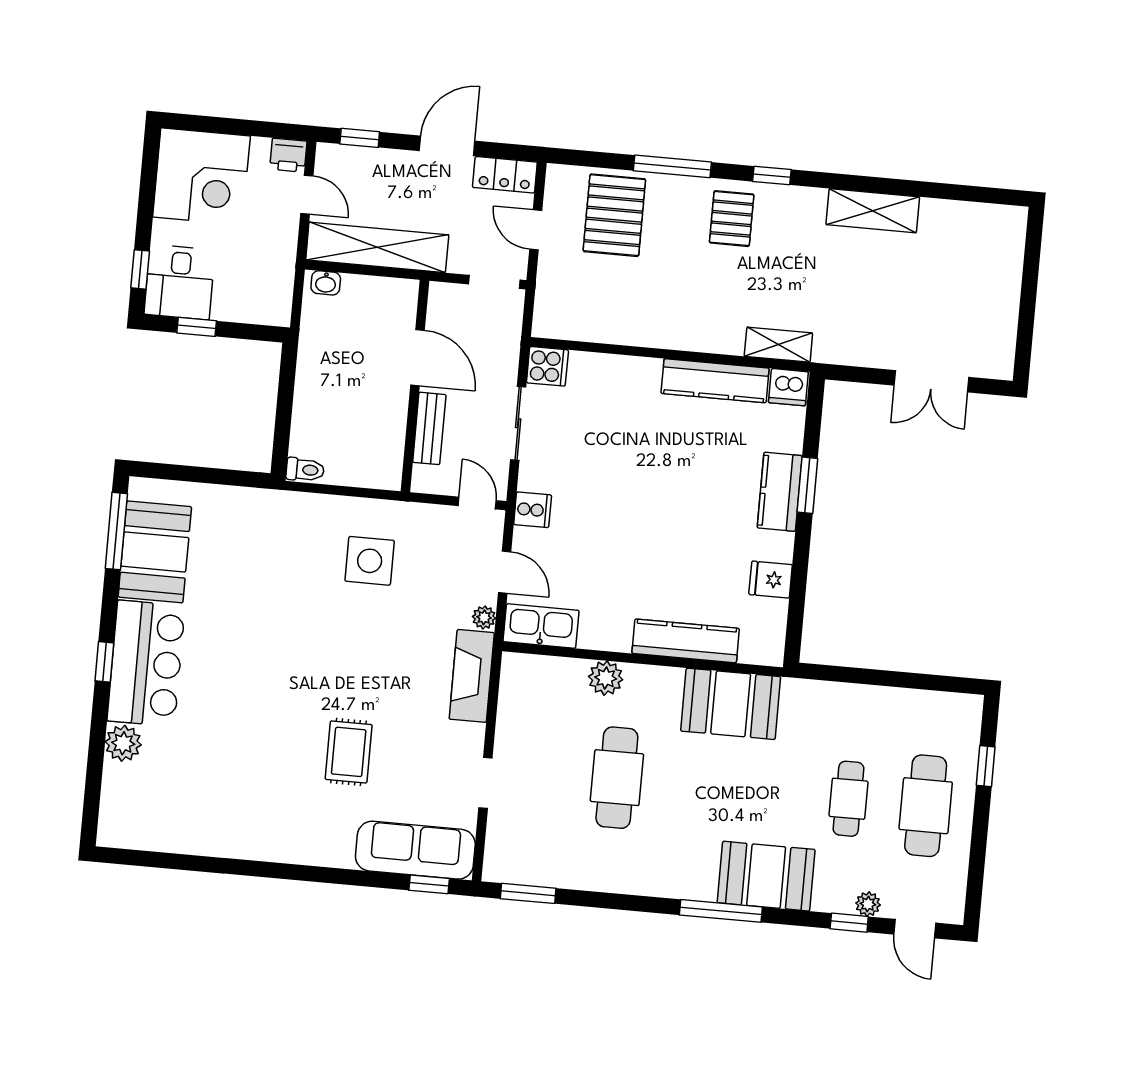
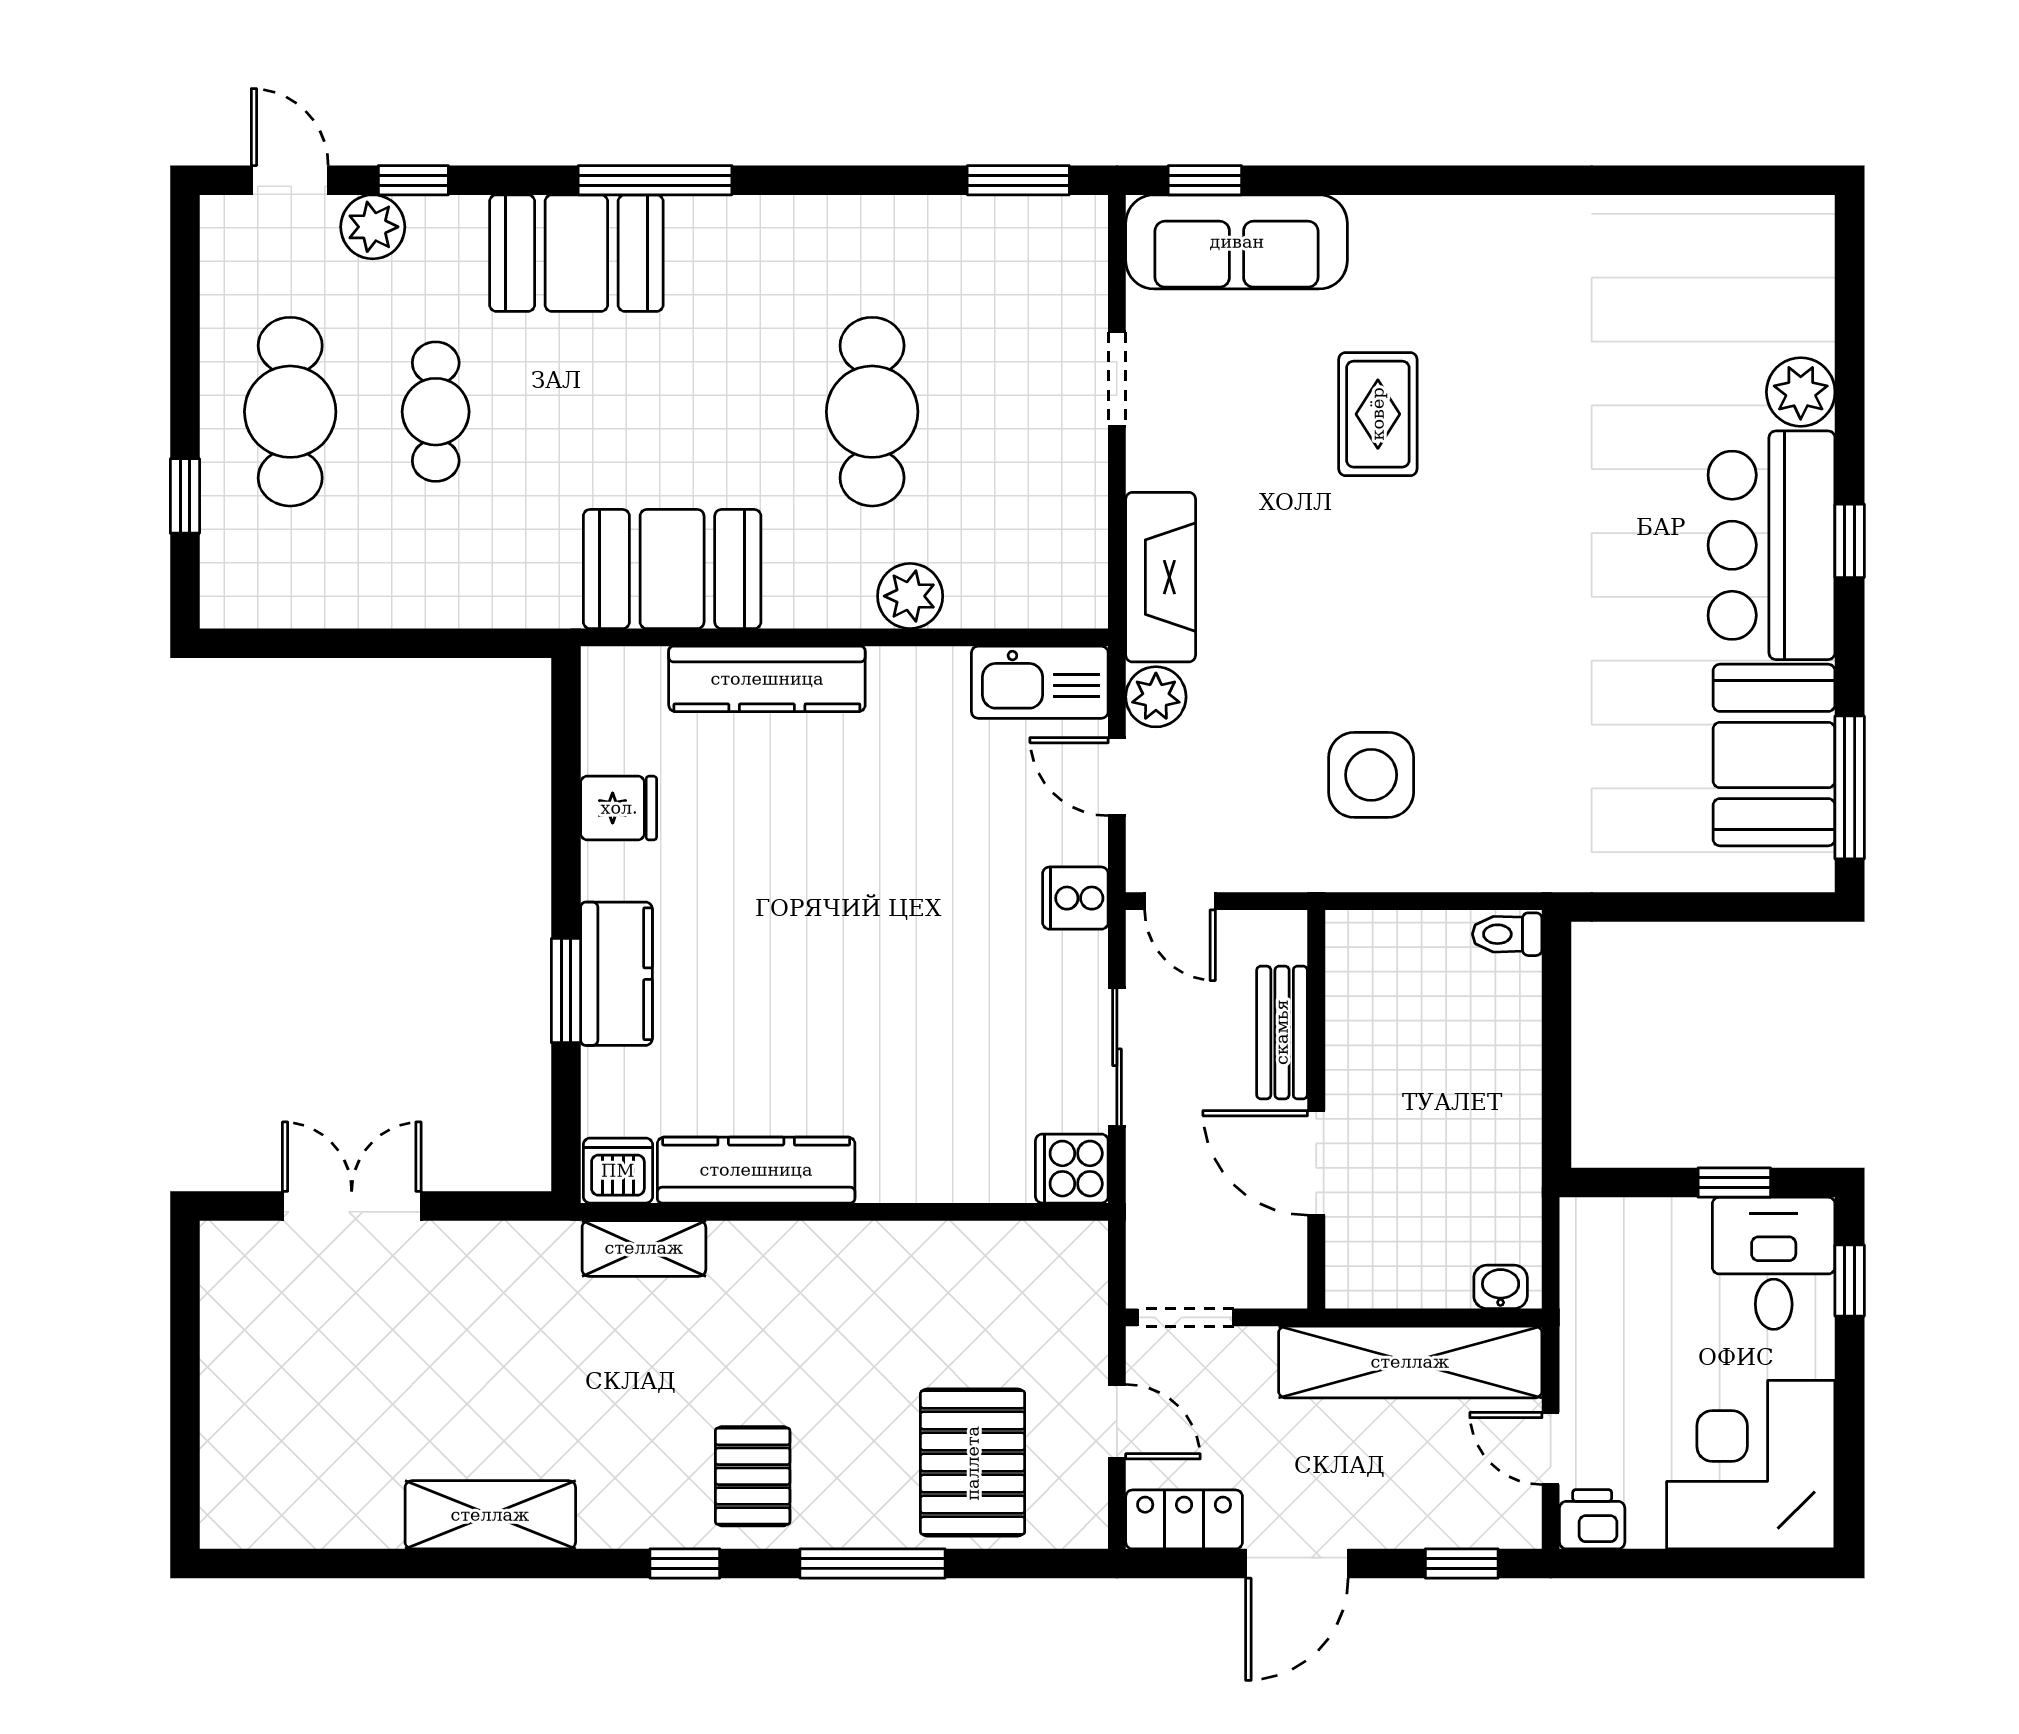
plant: (484, 617) -> (1156, 697), width x1.38, depth x1.38
plant: (868, 904) -> (373, 227), width x1.38, depth x1.38

